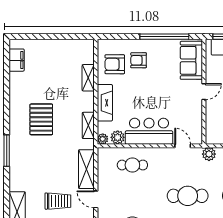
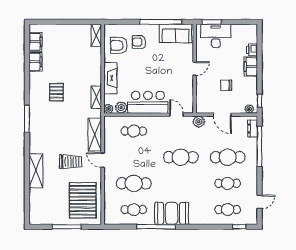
sofa: (191, 60) -> (175, 33), moved, turned -90
shelving: (88, 78) -> (96, 35), moved
filing cabinet: (17, 83) -> (35, 62), added
pallet: (41, 119) -> (56, 92), width x0.67, depth x0.71

